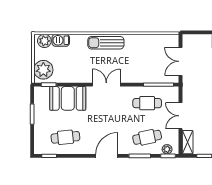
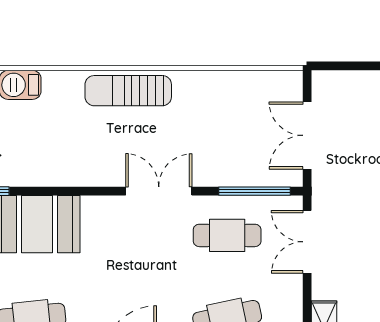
double door: (106, 85) -> (159, 191), moved
double door: (181, 116) -> (307, 242), moved

